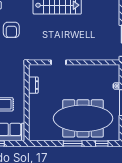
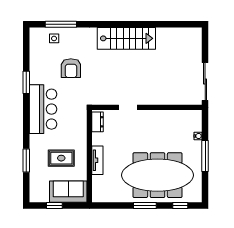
dresser: (33, 85) -> (98, 122), moved
tv unit: (33, 106) -> (97, 160), added

